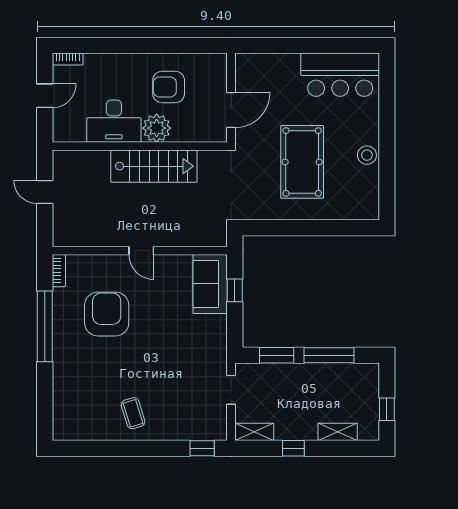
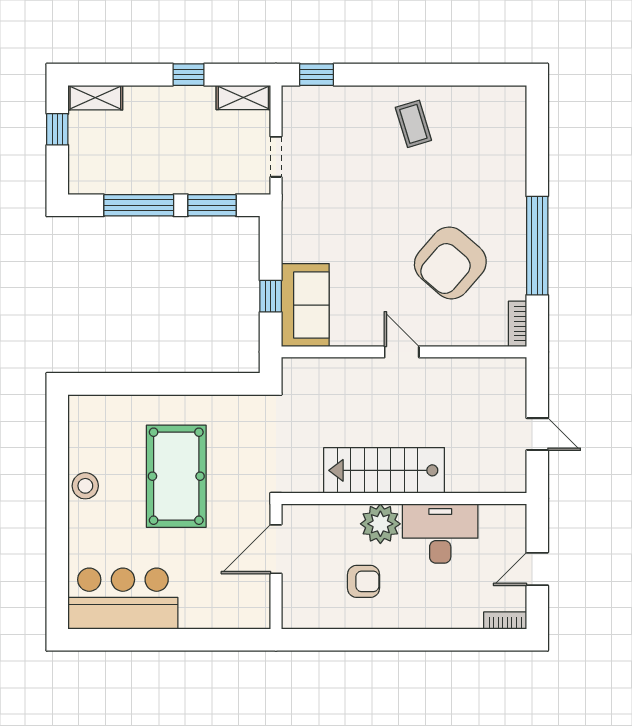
armchair: (169, 87) -> (364, 581), width x0.72, depth x0.72
armchair: (107, 314) -> (450, 263), turned 41
shelving: (338, 432) -> (95, 98), moved

